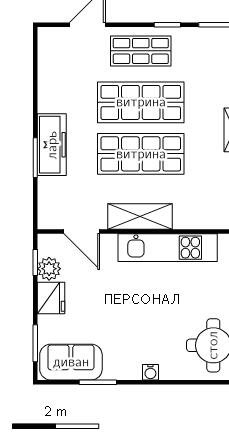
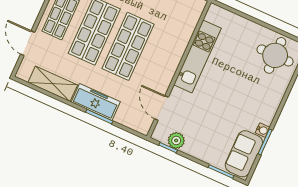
shelving: (140, 217) -> (53, 84), moved, turned 90
door: (82, 232) -> (161, 108), swing flipped
fridge: (51, 298) -> (196, 148), removed
water cooler: (150, 372) -> (263, 130), moved

